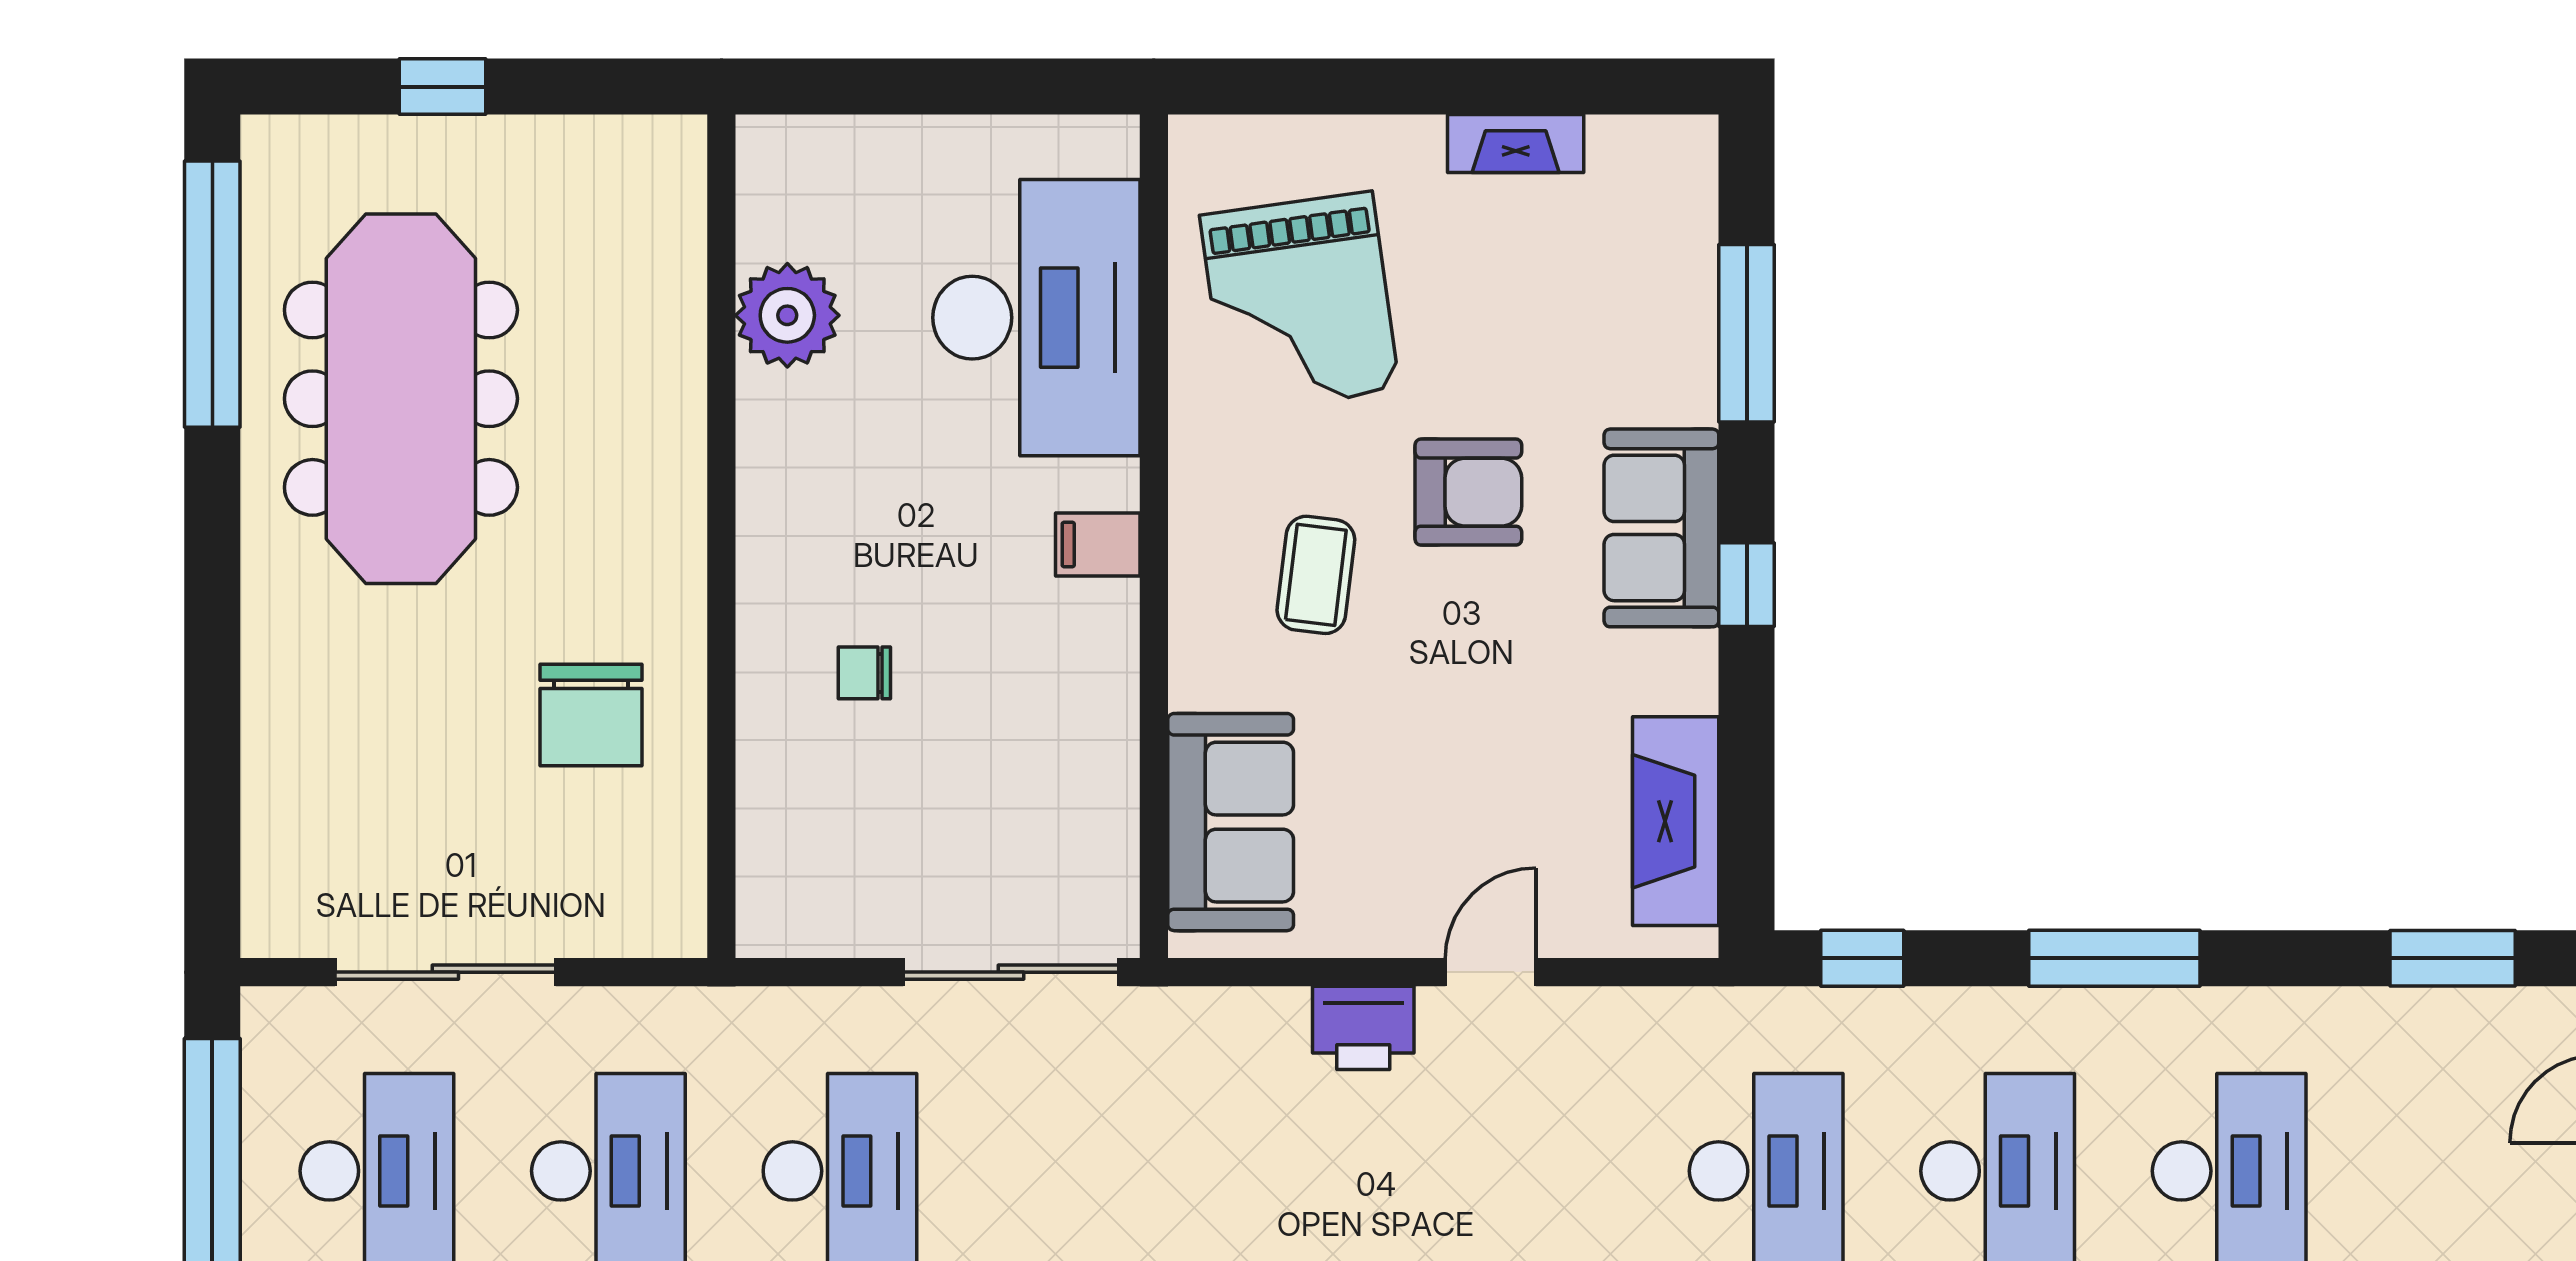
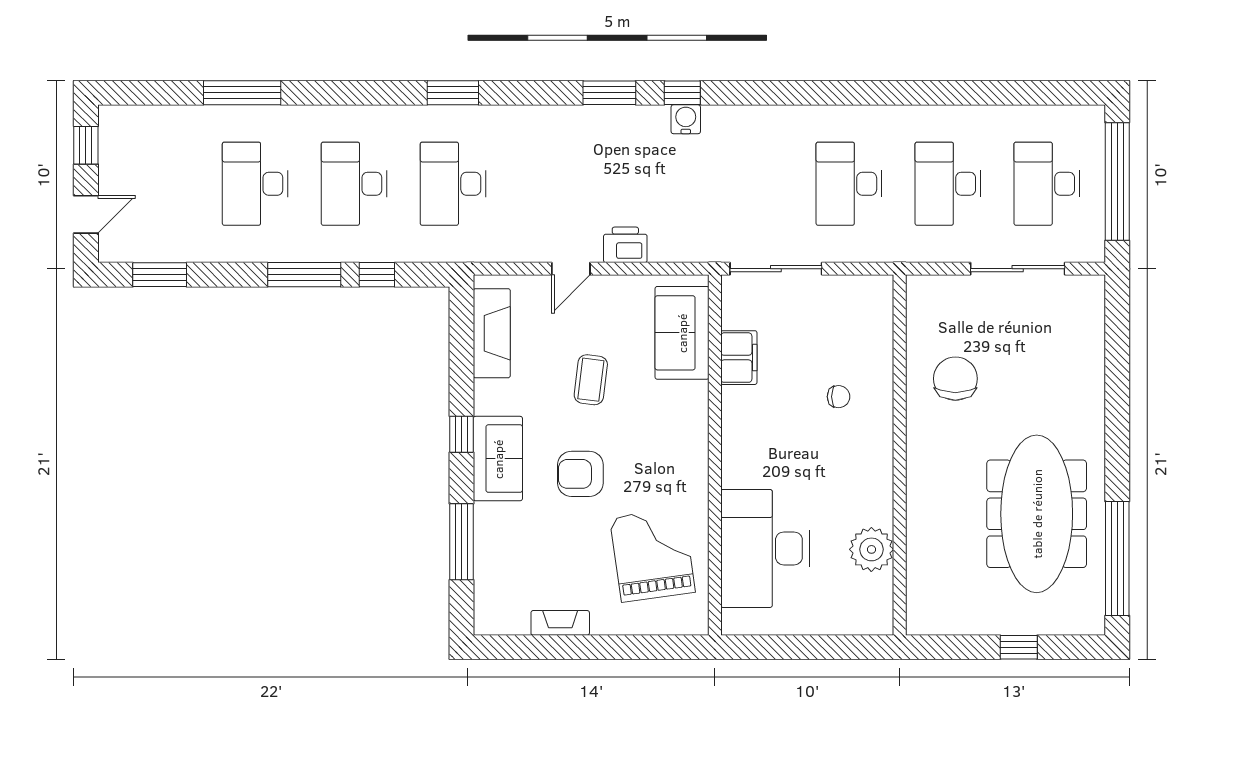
filing cabinet: (1098, 544) -> (739, 358), moved, width x2.00
coffee table: (1316, 575) -> (591, 380), moved
window: (1862, 958) -> (377, 275), moved

